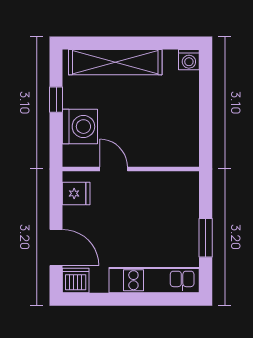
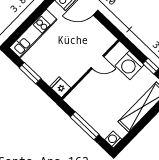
window: (206, 110) -> (85, 126), added
fridge: (76, 193) -> (60, 87), moved, turned 90

